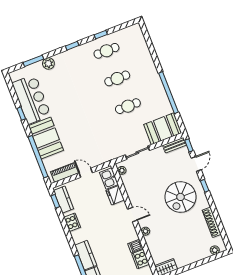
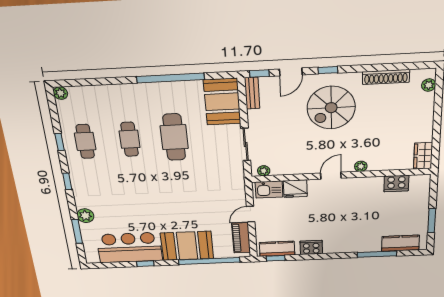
plant: (136, 28) -> (60, 93), added
cafe table: (128, 106) -> (174, 137), width x1.37, depth x1.35
door: (196, 164) -> (291, 72), swing flipped
spiral stairs: (180, 197) -> (331, 108), turned 90
dishwasher: (135, 246) -> (376, 184), removed
kitchen counter: (86, 255) -> (362, 245), removed

